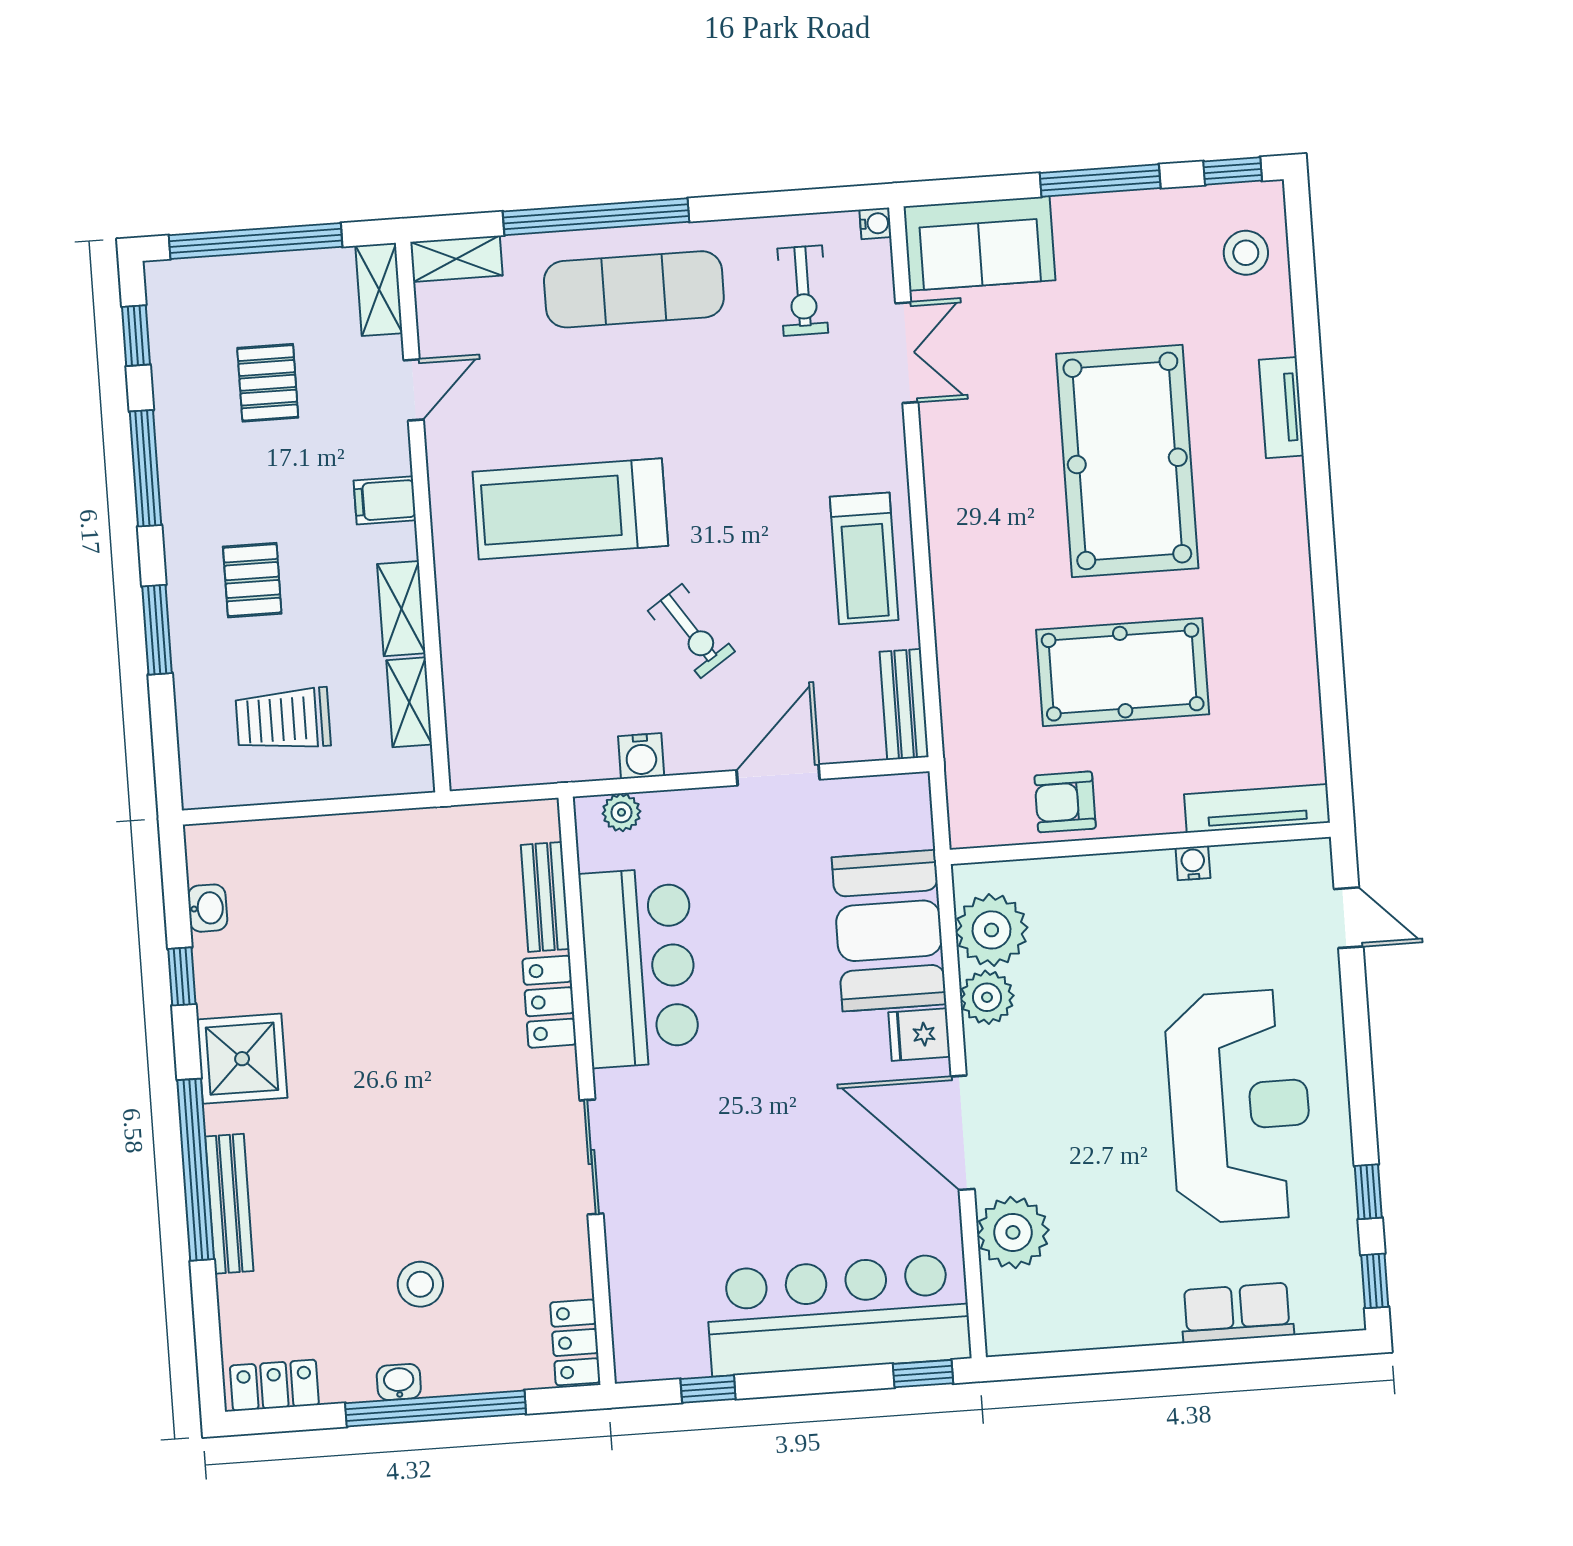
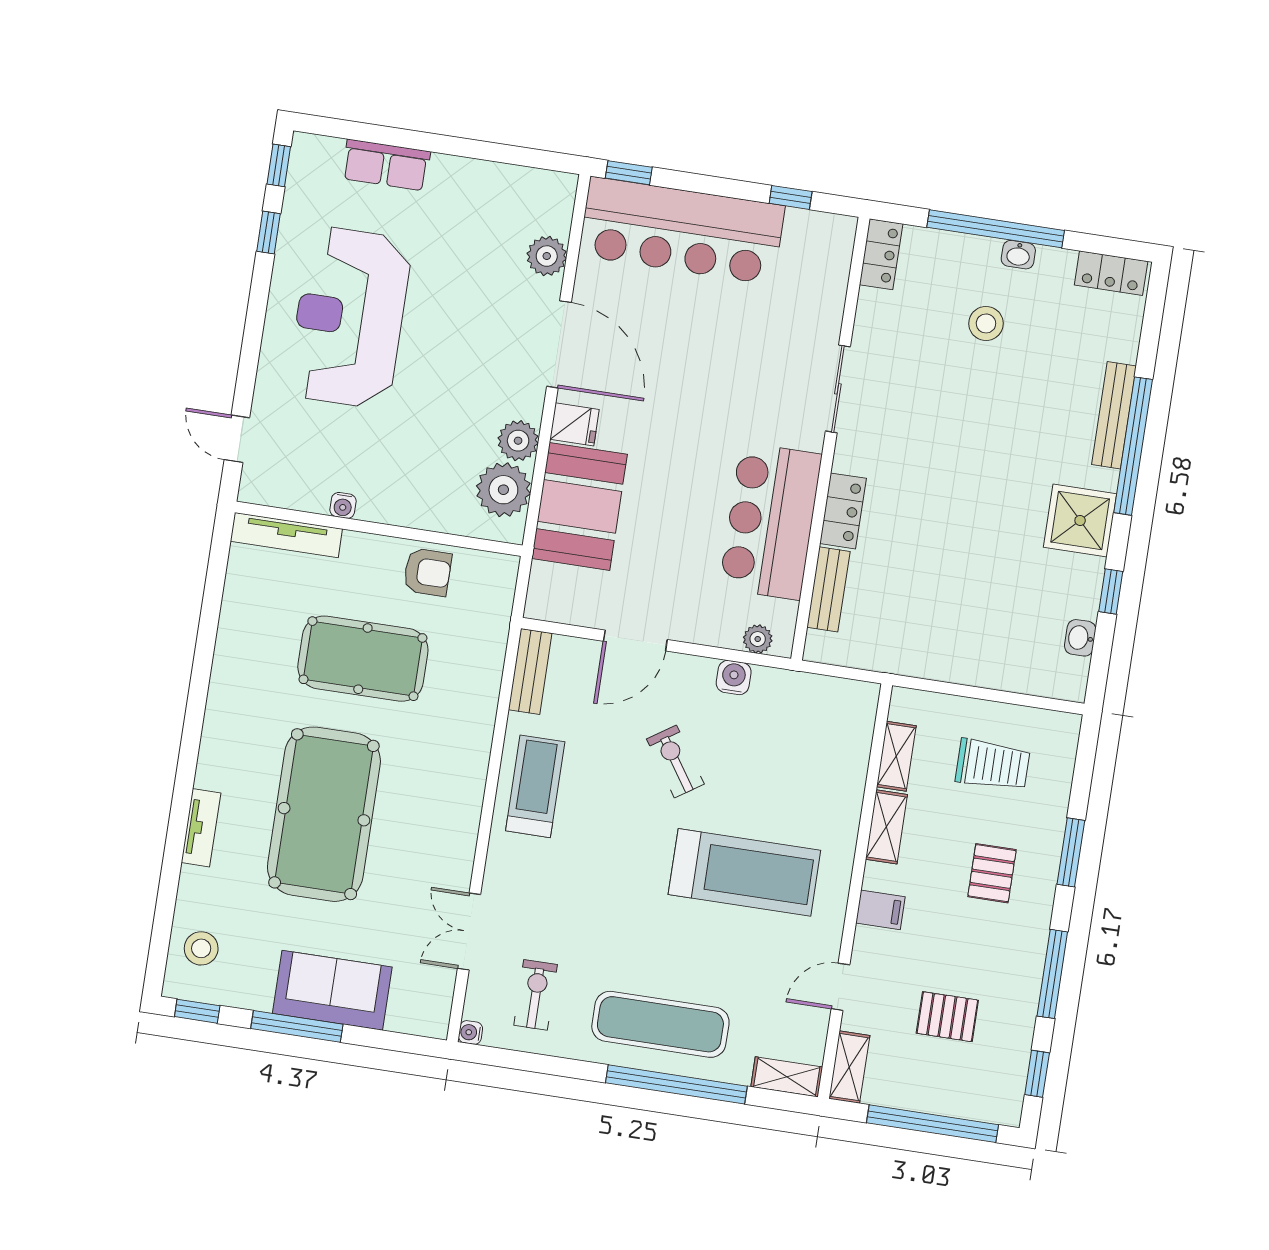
sofa: (979, 243) -> (332, 990), moved
pallet: (268, 383) -> (947, 1017), turned 90
plant: (1013, 1232) -> (547, 256), width x0.73, depth x0.73

